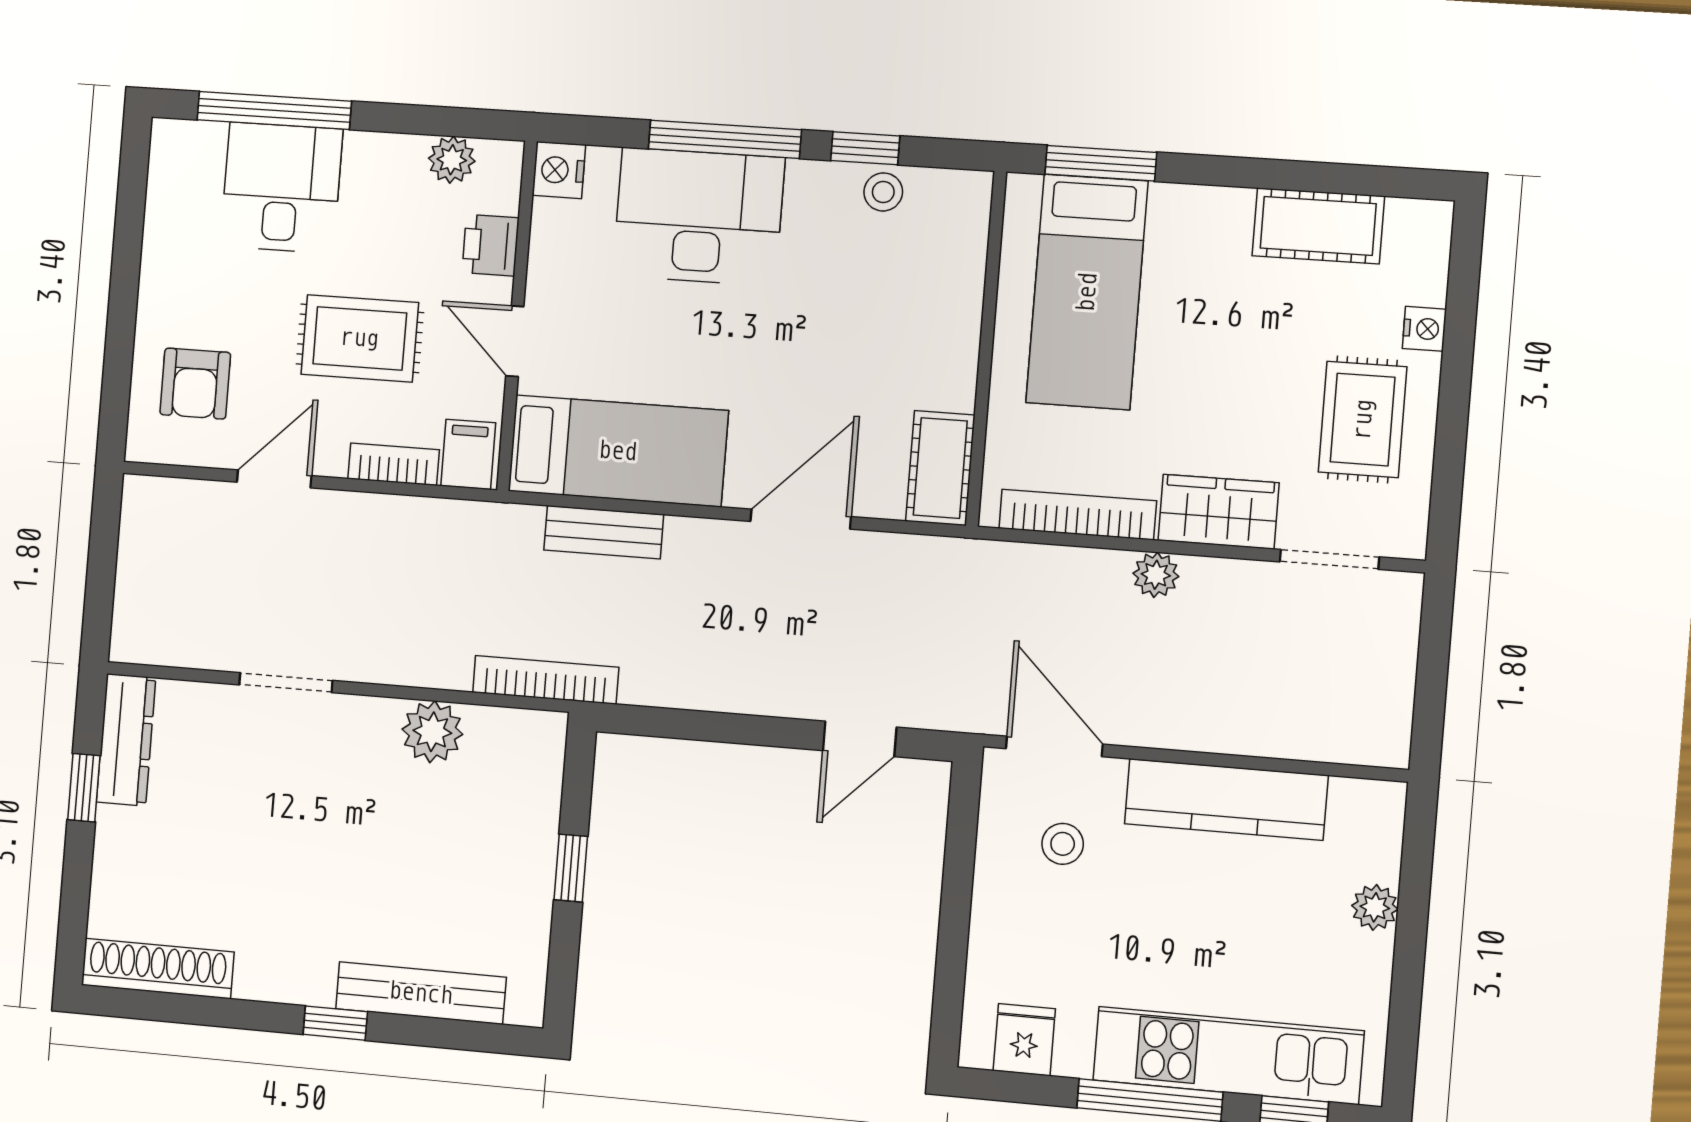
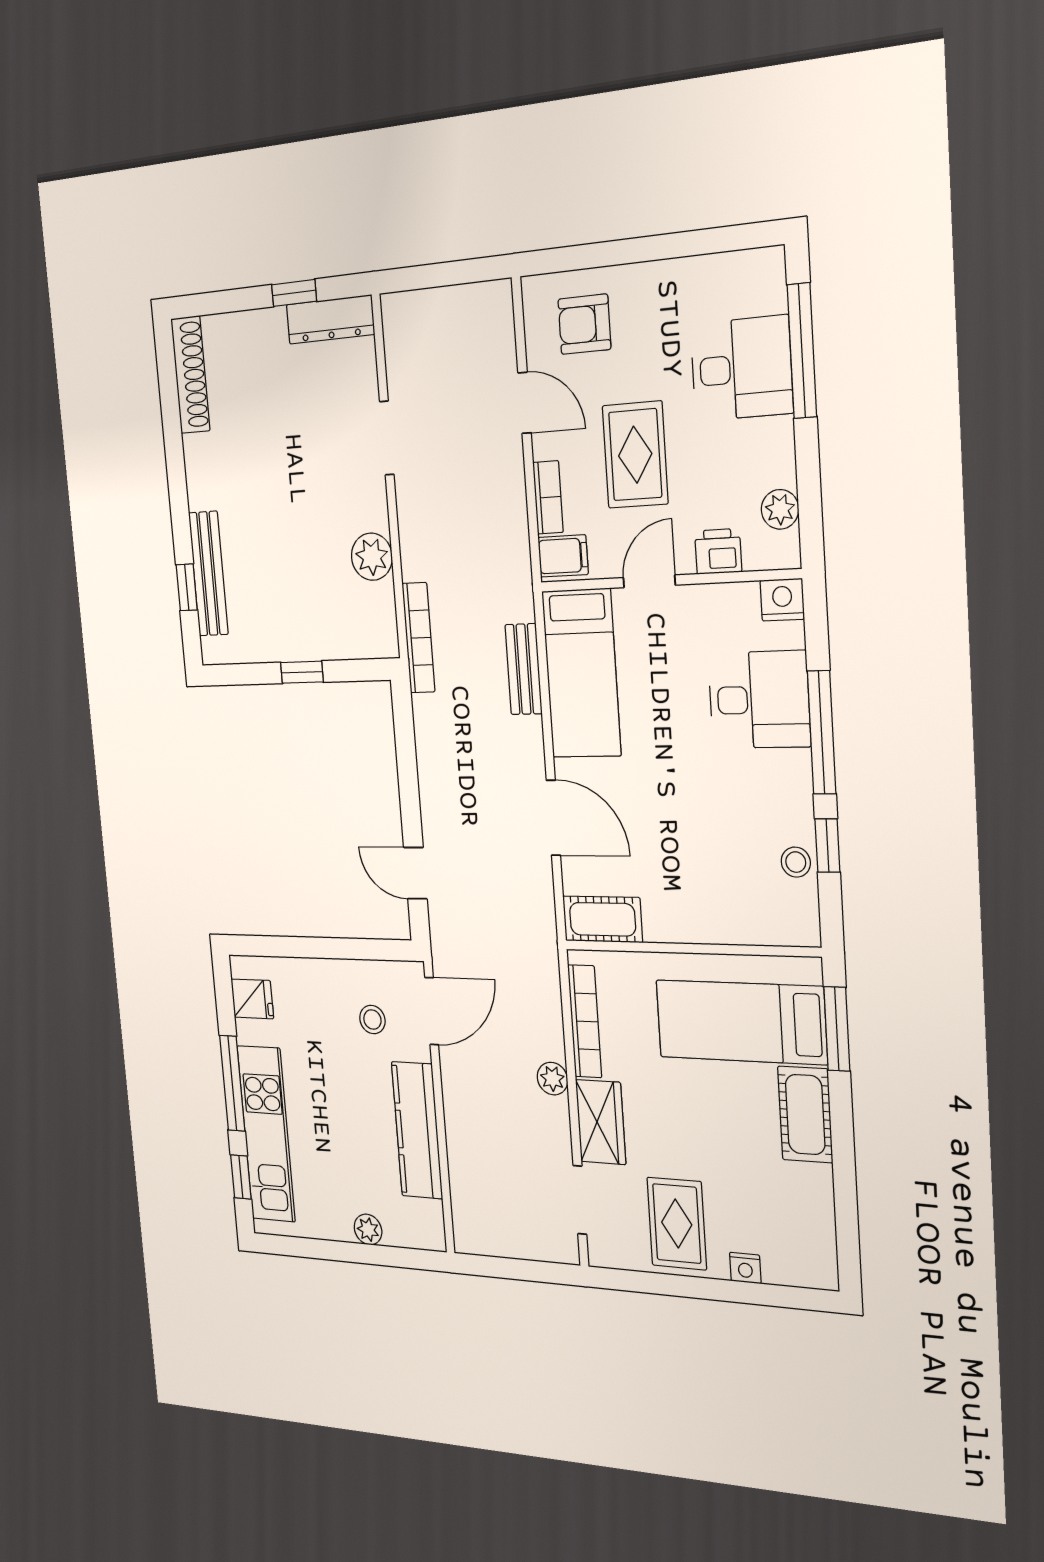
desk: (699, 217) -> (759, 700), width x0.73
cot: (1318, 226) -> (805, 1114), moved
rug: (1363, 419) -> (677, 1224), turned 90
window: (335, 1023) -> (187, 587), moved

